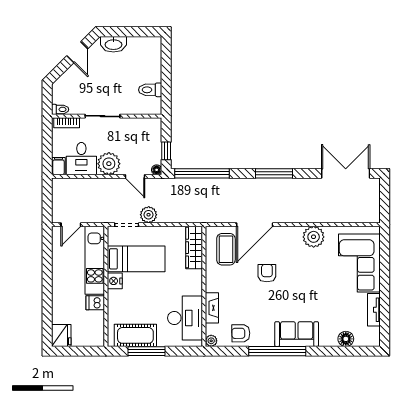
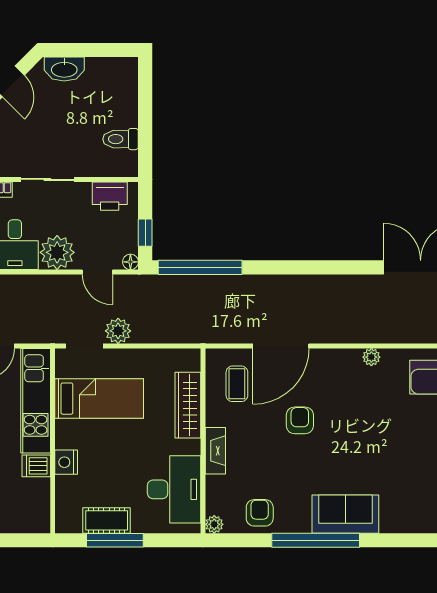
printer: (143, 127) -> (110, 196), added
window: (274, 173) -> (311, 267), removed
plant: (314, 237) -> (371, 357), width x0.53, depth x0.53
wardrobe: (194, 248) -> (188, 405), moved
coffee table: (226, 249) -> (237, 384), width x0.73, depth x0.77
nightstand: (115, 281) -> (66, 462), moved
fireplace: (212, 308) -> (215, 451), moved
armchair: (241, 333) -> (260, 513), turned 91
cot: (135, 335) -> (107, 520), width x0.73, depth x0.75
floor lamp: (346, 339) -> (421, 522), removed

